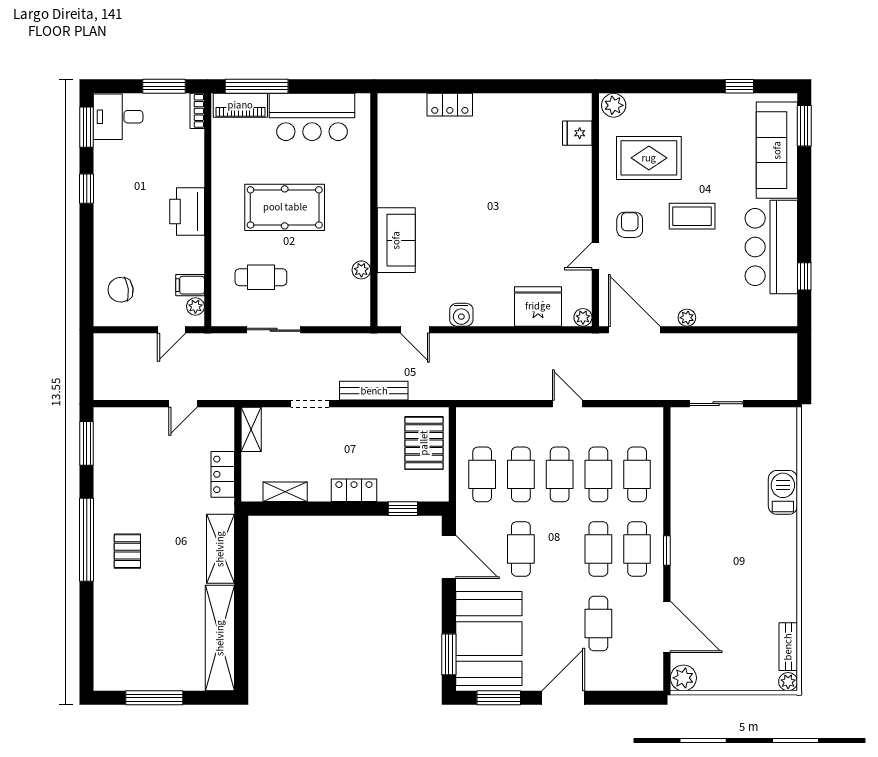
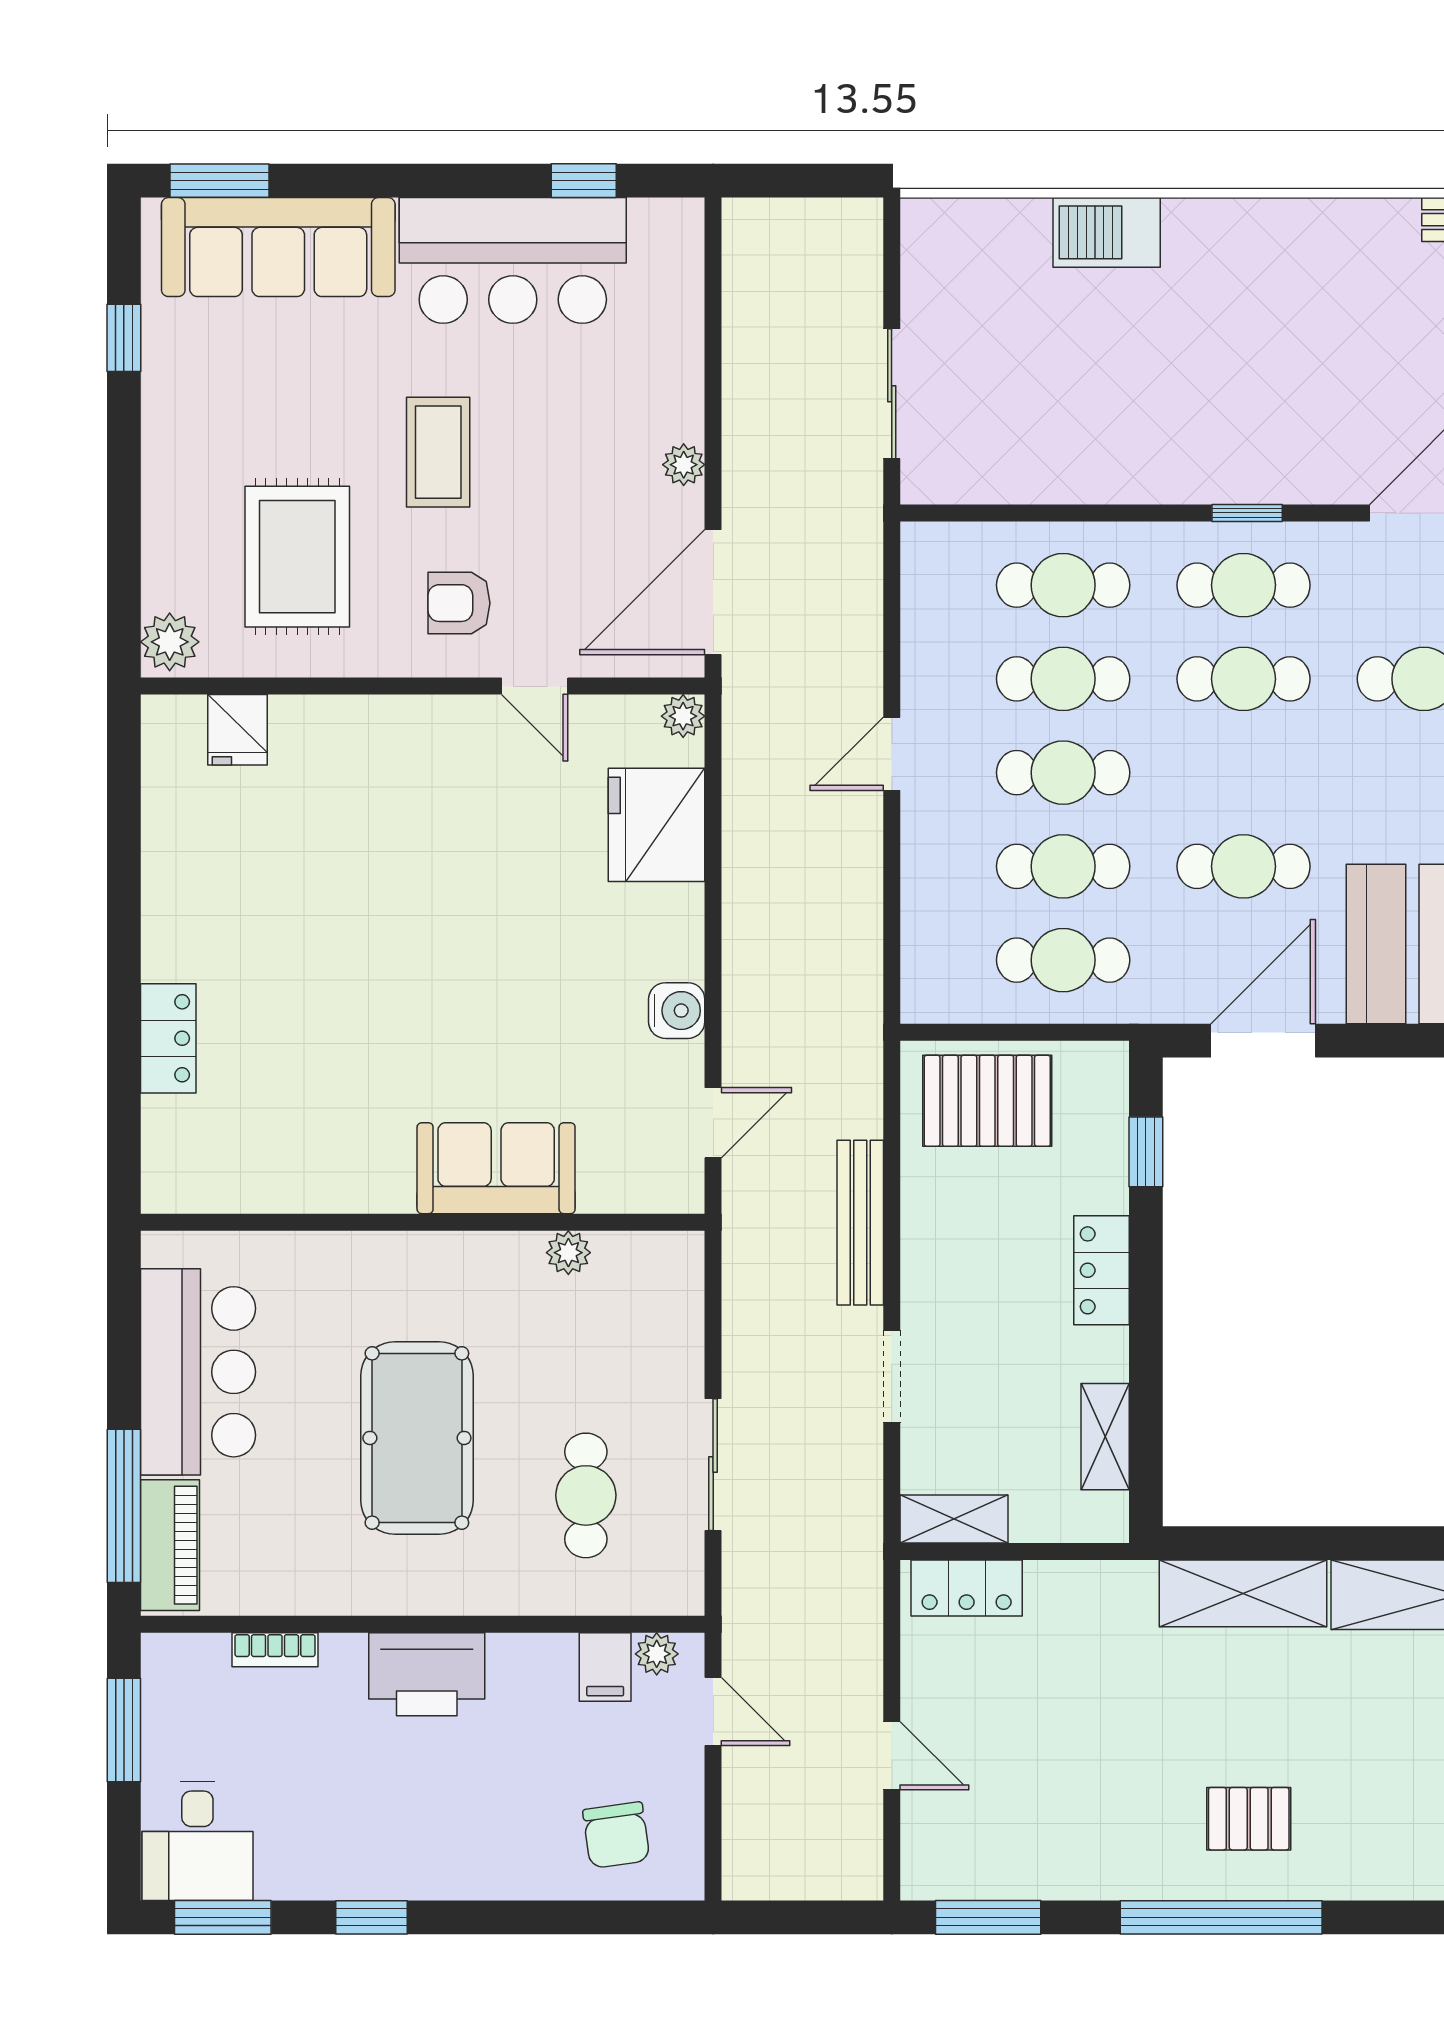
bookcase: (197, 111) -> (275, 1650), moved
door: (183, 404) -> (892, 1756), moved
locker: (223, 474) -> (967, 1588), moved

